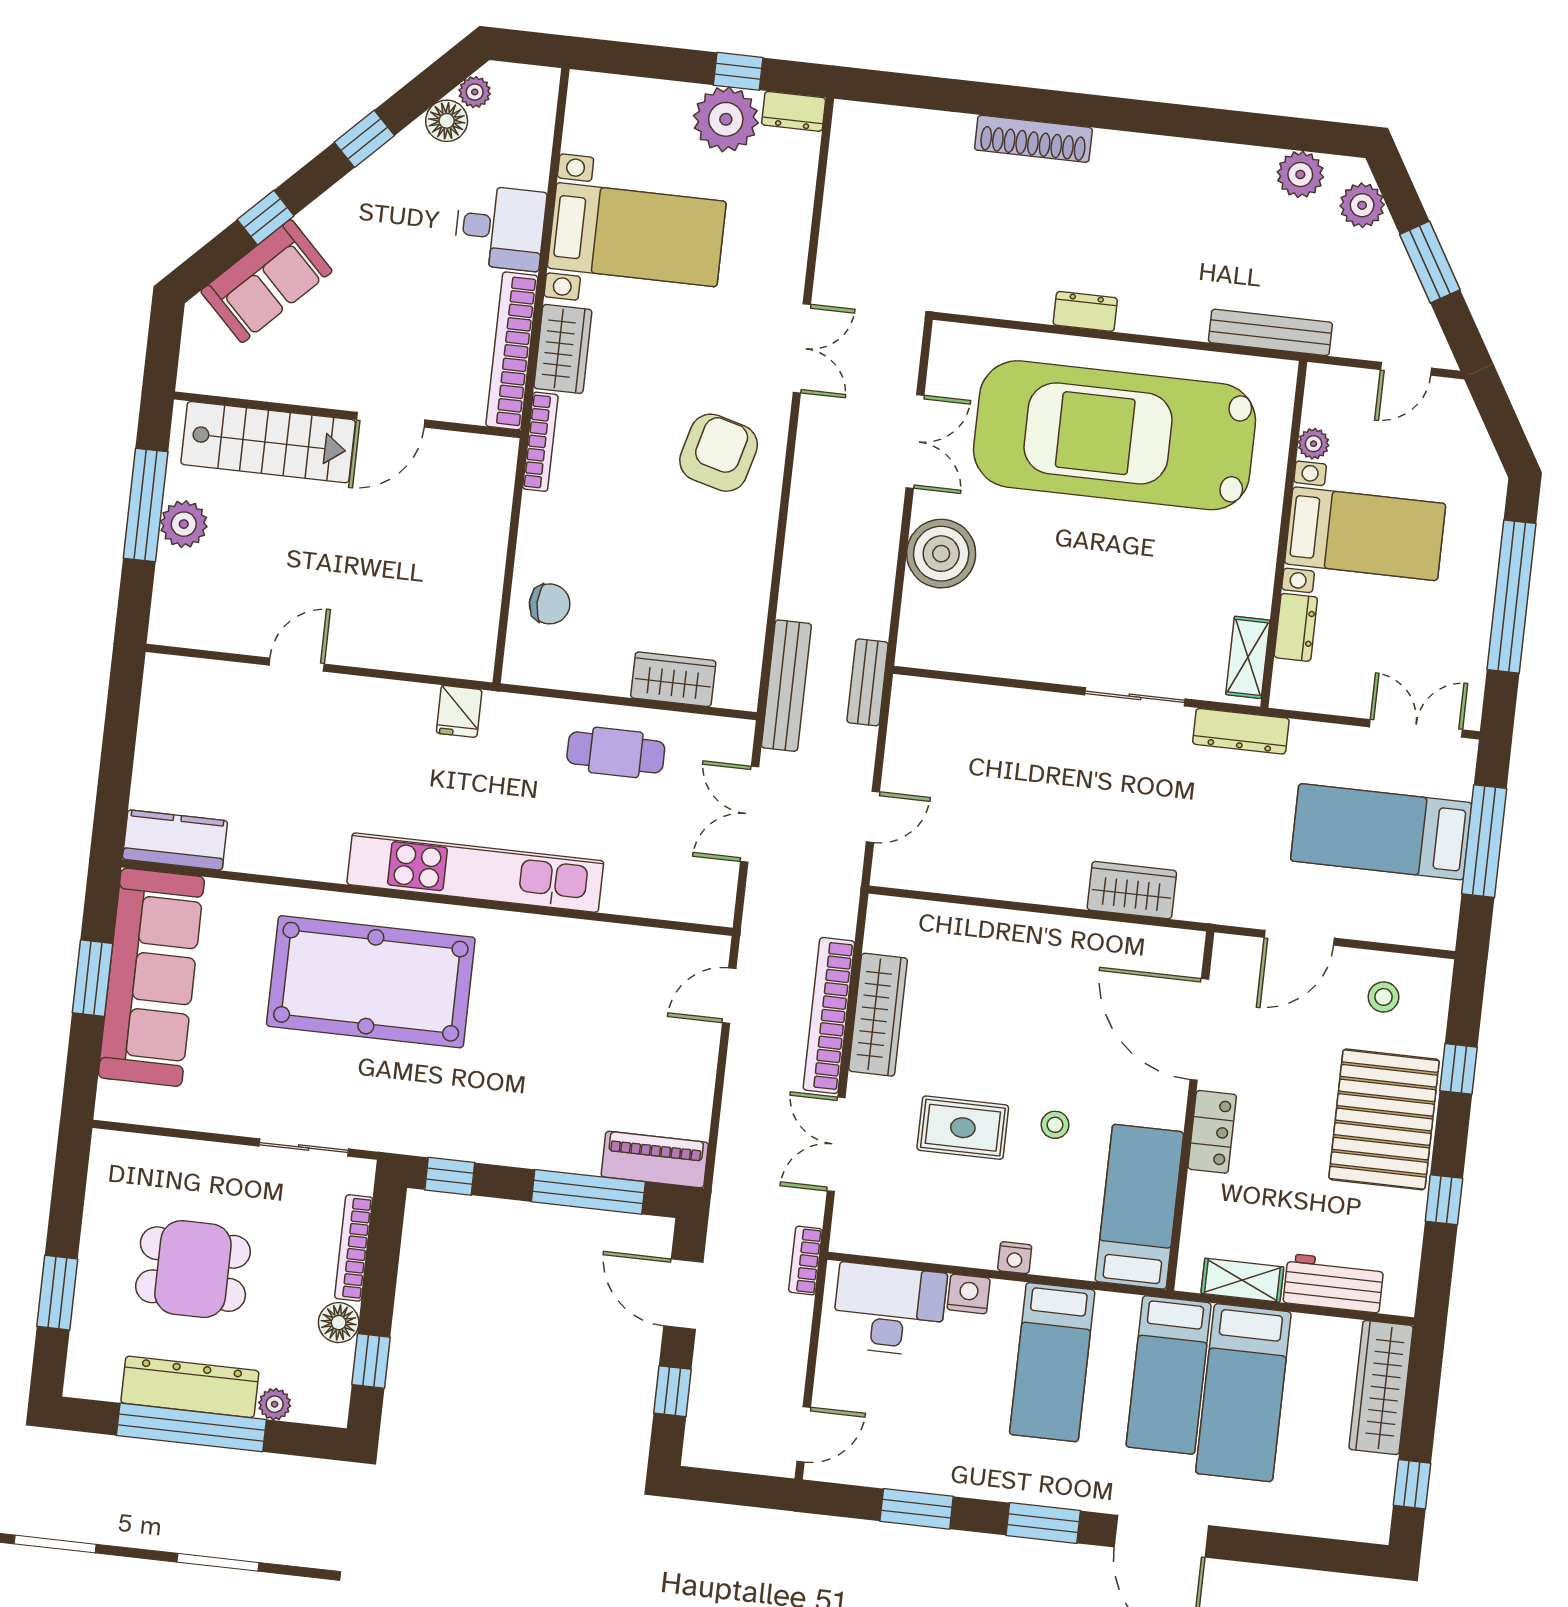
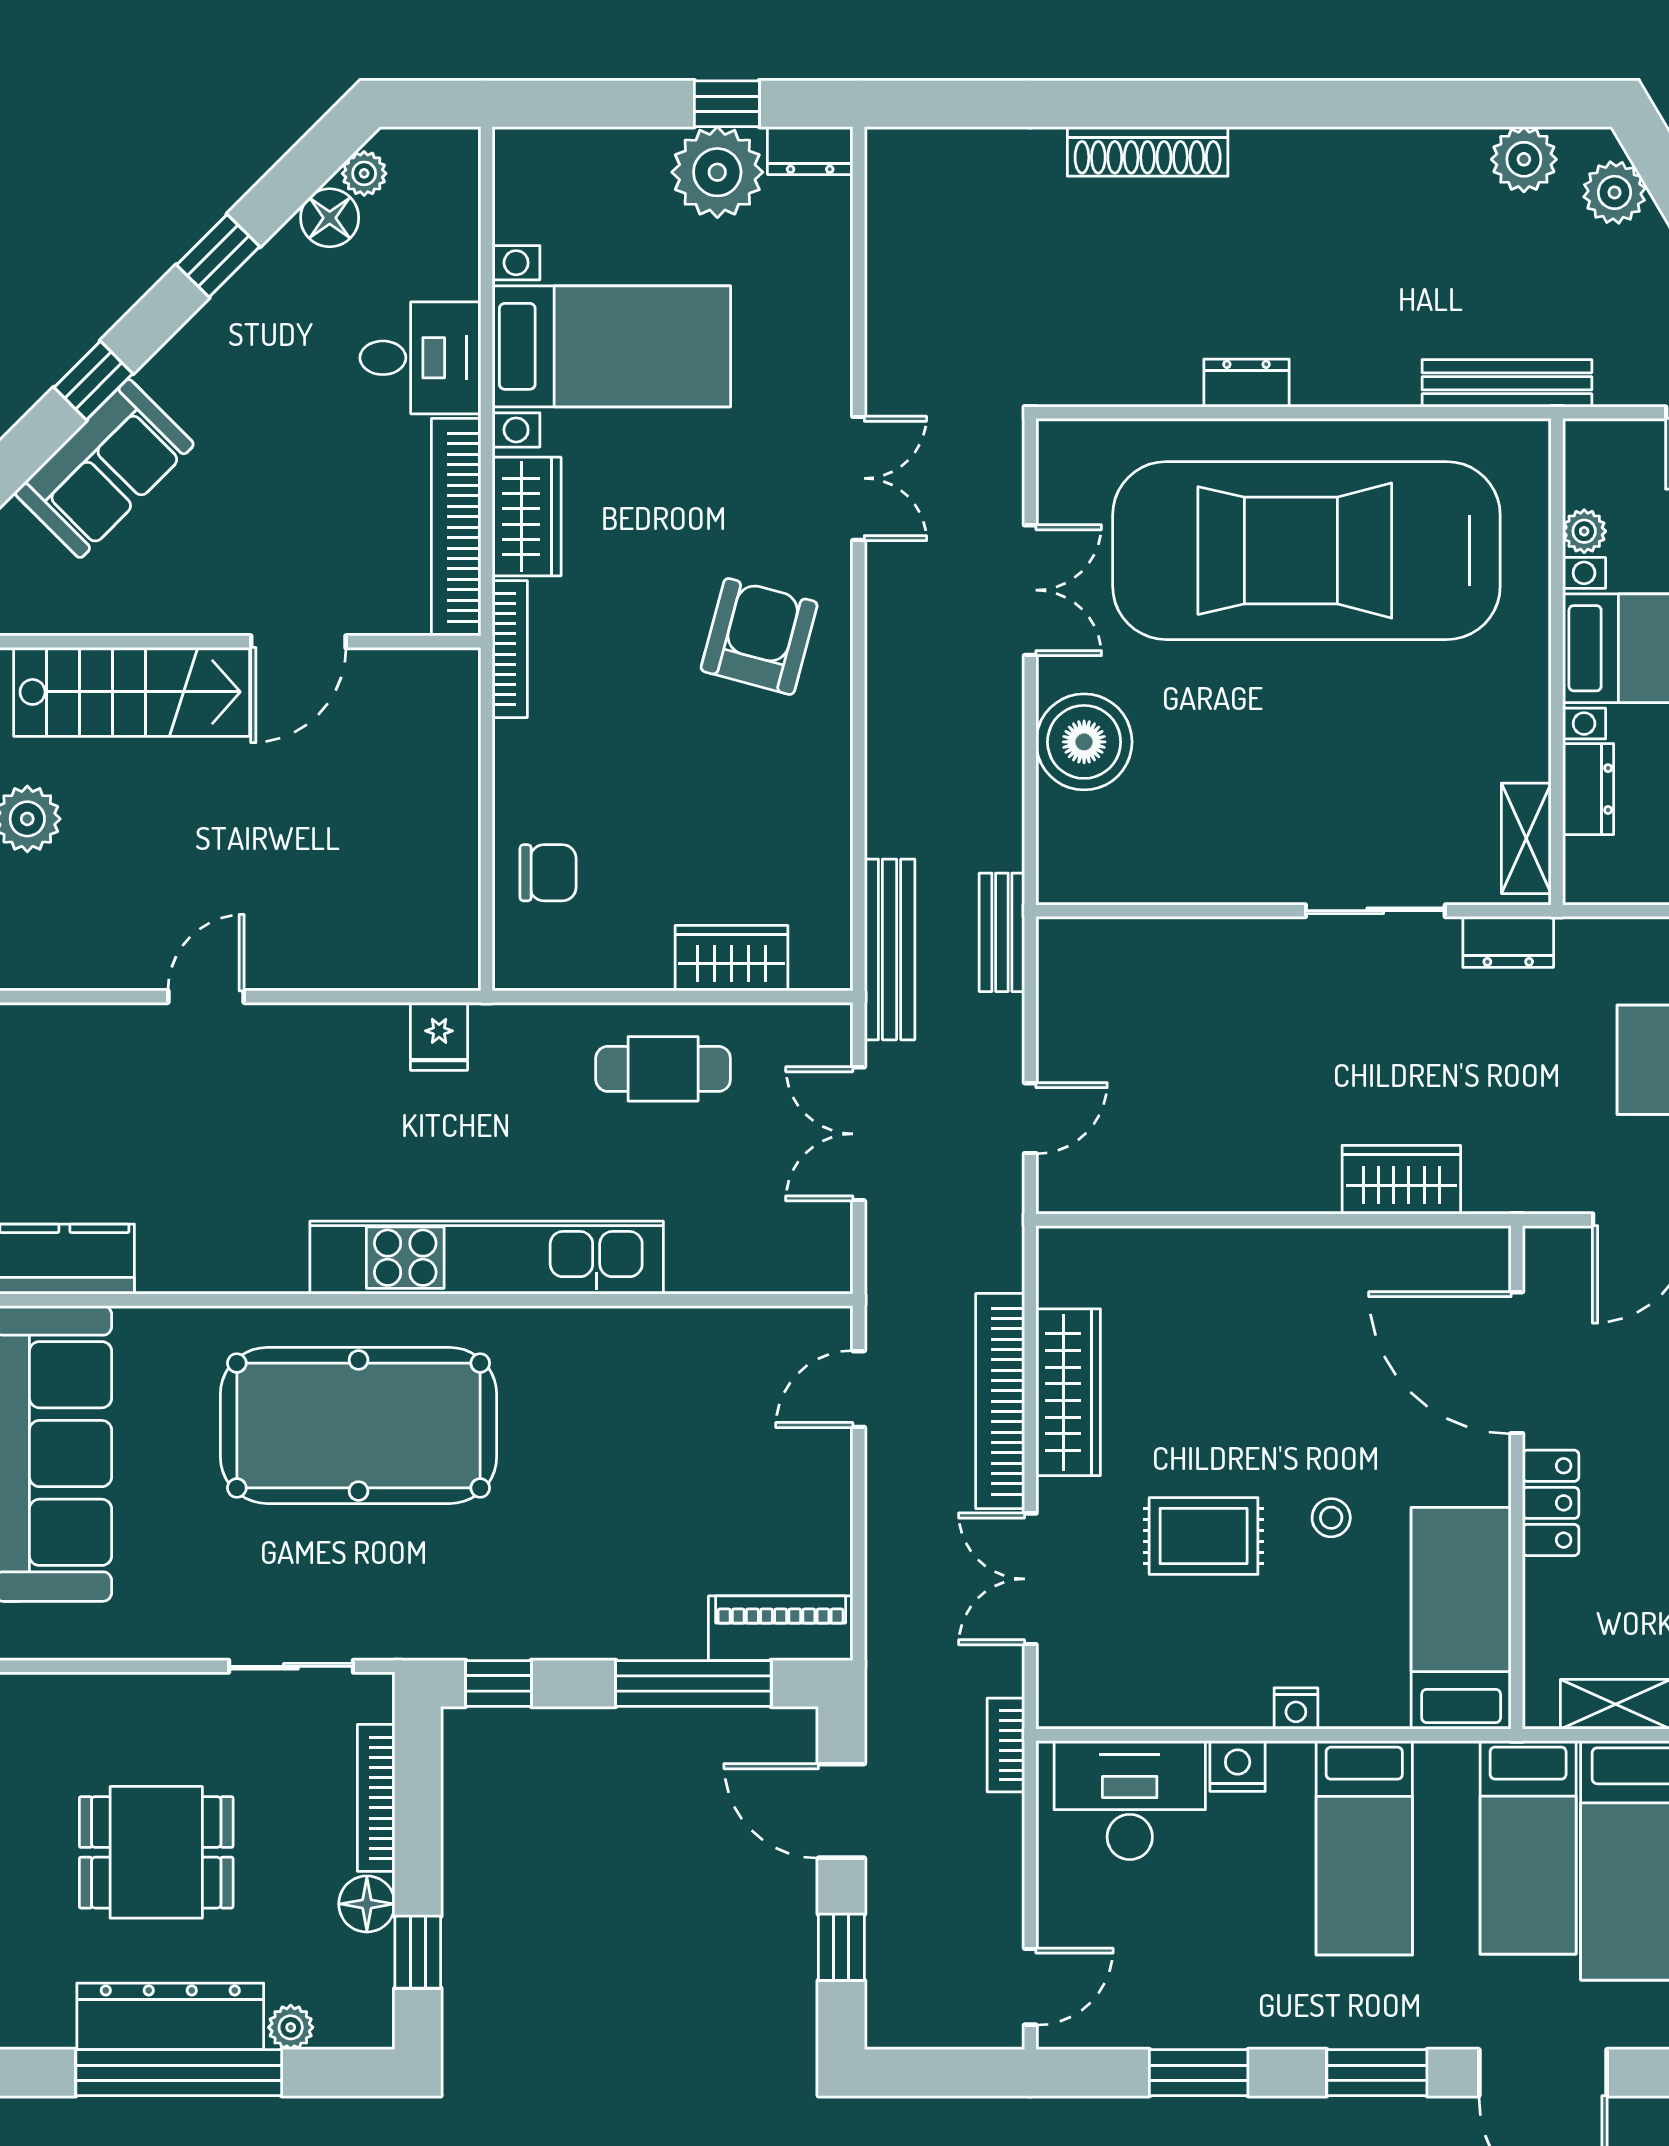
dresser: (1241, 731) -> (1508, 942), width x0.70

